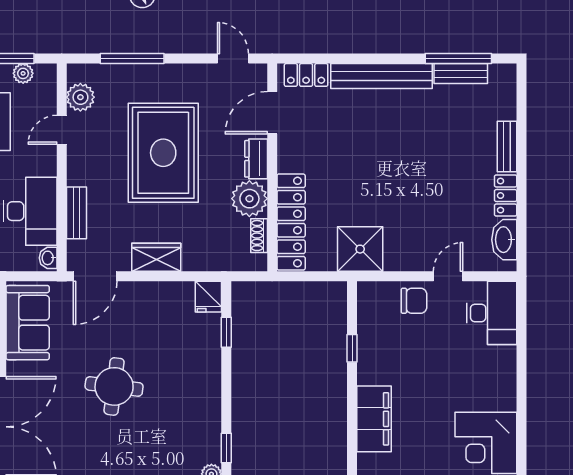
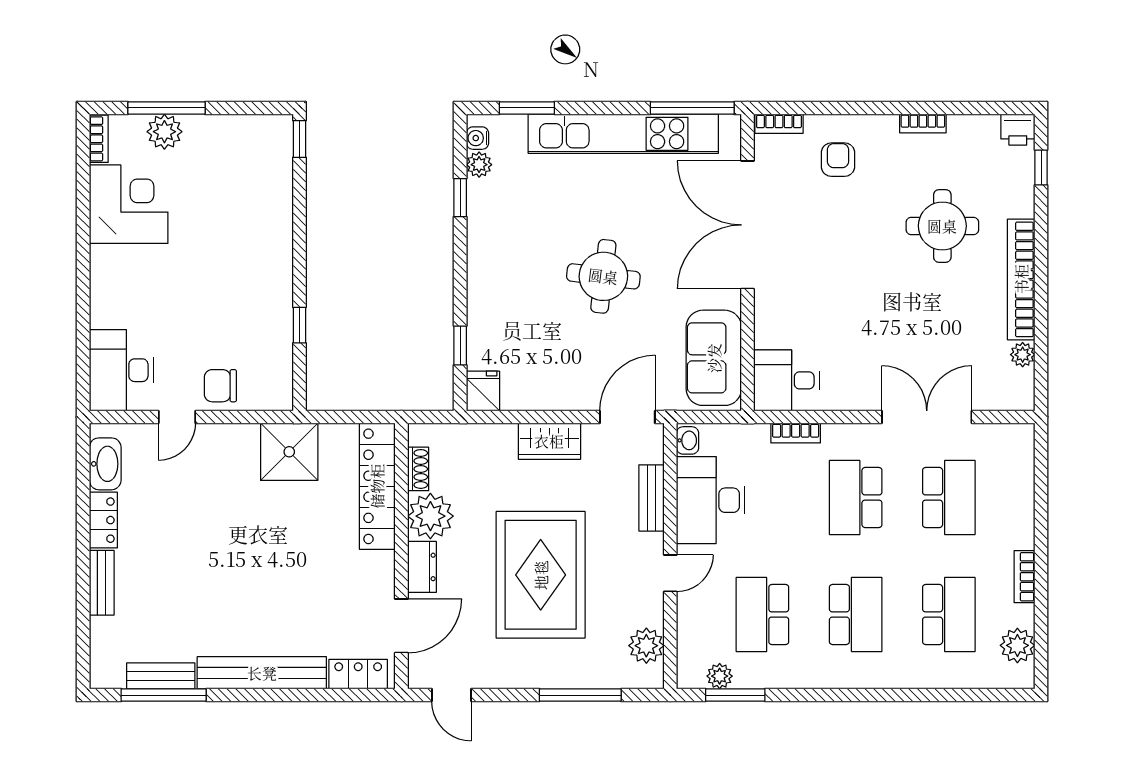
door: (62, 130) -> (670, 573), moved
filing cabinet: (374, 419) -> (271, 235), removed

